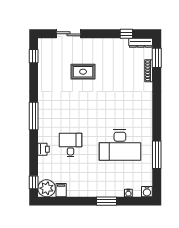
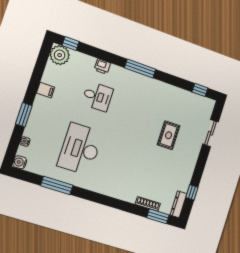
filing cabinet: (61, 190) -> (46, 90), moved

